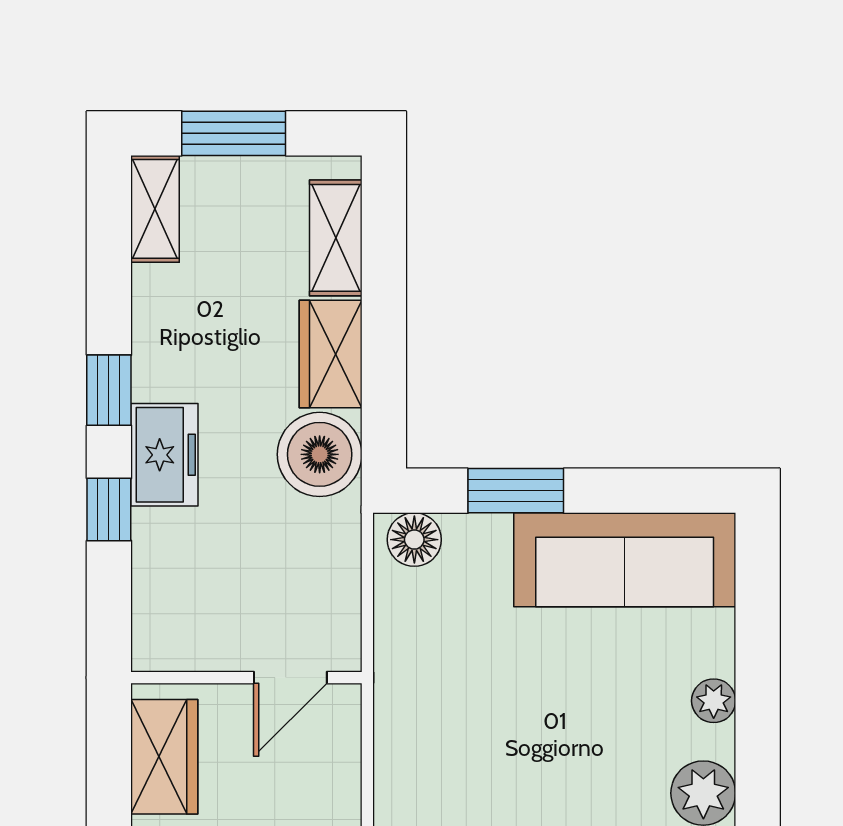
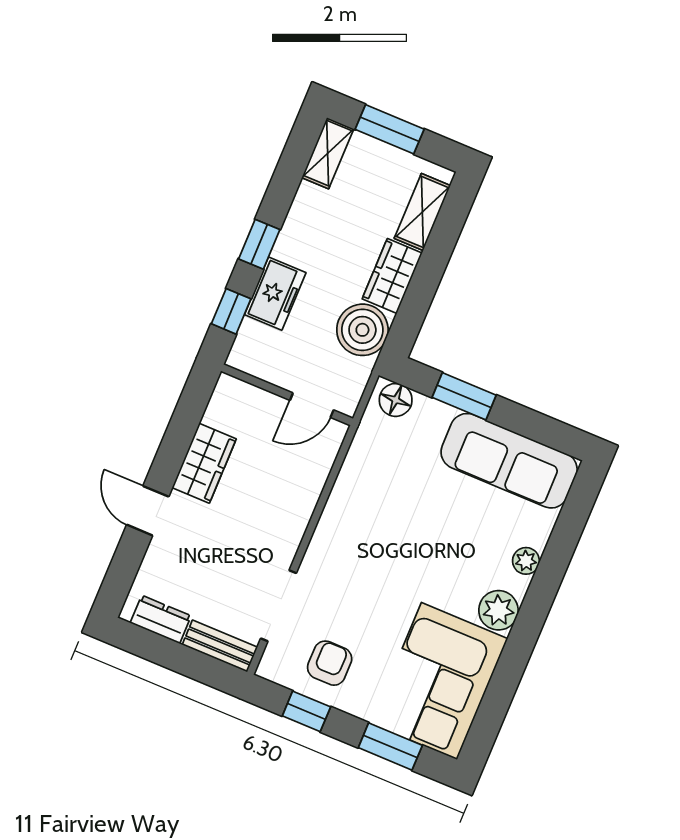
wall: (246, 678) -> (287, 395), moved
door: (290, 678) -> (312, 405), moved

